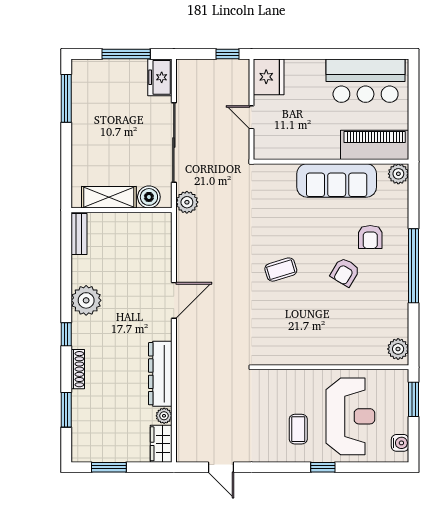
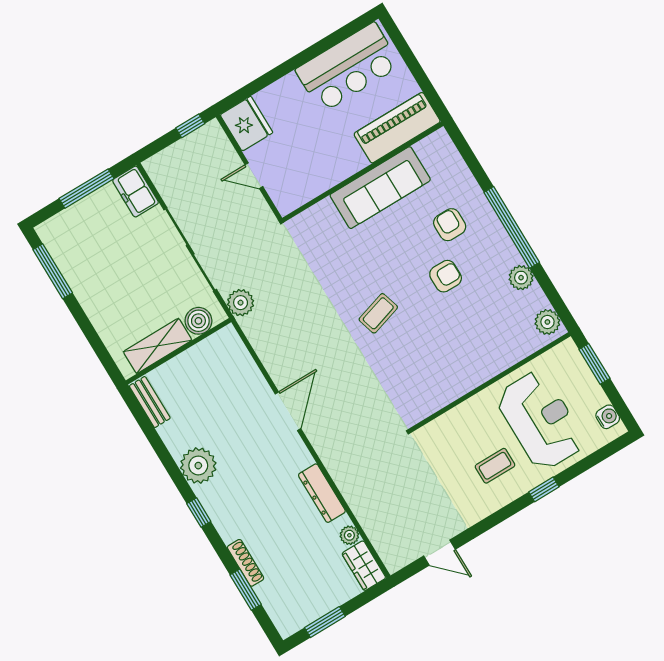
plant: (398, 174) -> (521, 278), moved
armchair: (370, 237) -> (450, 225), turned 180
armchair: (345, 272) -> (446, 276), turned -121
shoe rack: (78, 369) -> (245, 563), moved
dresser: (160, 374) -> (322, 493), width x0.73, depth x0.80
coffee table: (298, 429) -> (495, 466), turned 90

